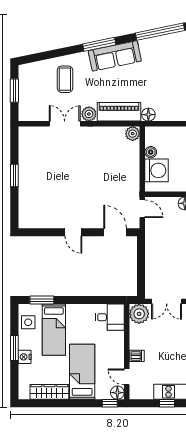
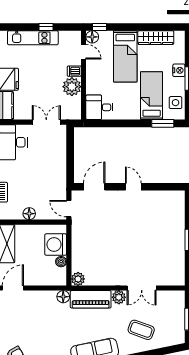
coffee table: (65, 79) -> (141, 330), turned -70
door: (115, 232) -> (94, 187), swing flipped
plant: (139, 314) -> (72, 87), moved

